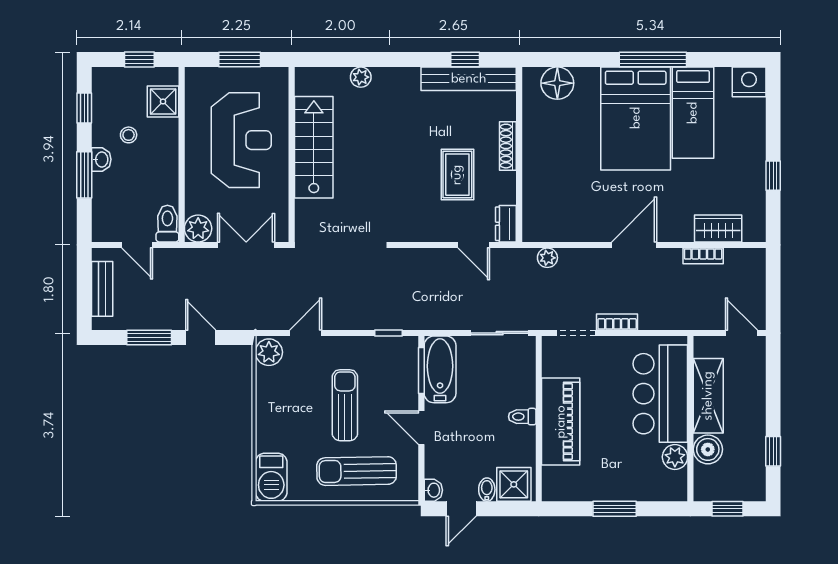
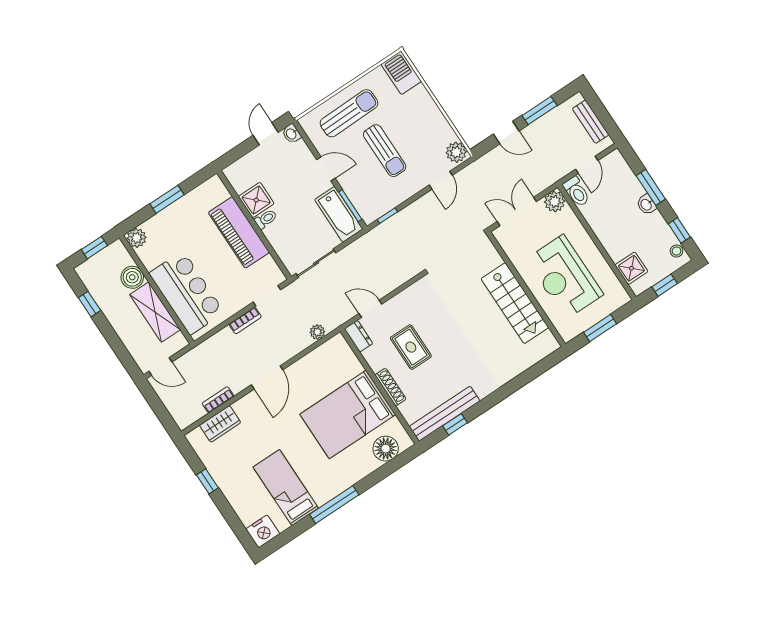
plant: (361, 77) -> (515, 368), removed
bed: (636, 118) -> (348, 414), moved, turned -90
stool: (129, 135) -> (677, 251), moved
door: (137, 245) -> (587, 165), swing flipped
double door: (246, 245) -> (517, 211), swing flipped
plant: (675, 457) -> (137, 238), moved
shower: (514, 484) -> (256, 200), moved
bidet: (487, 490) -> (257, 157), removed

